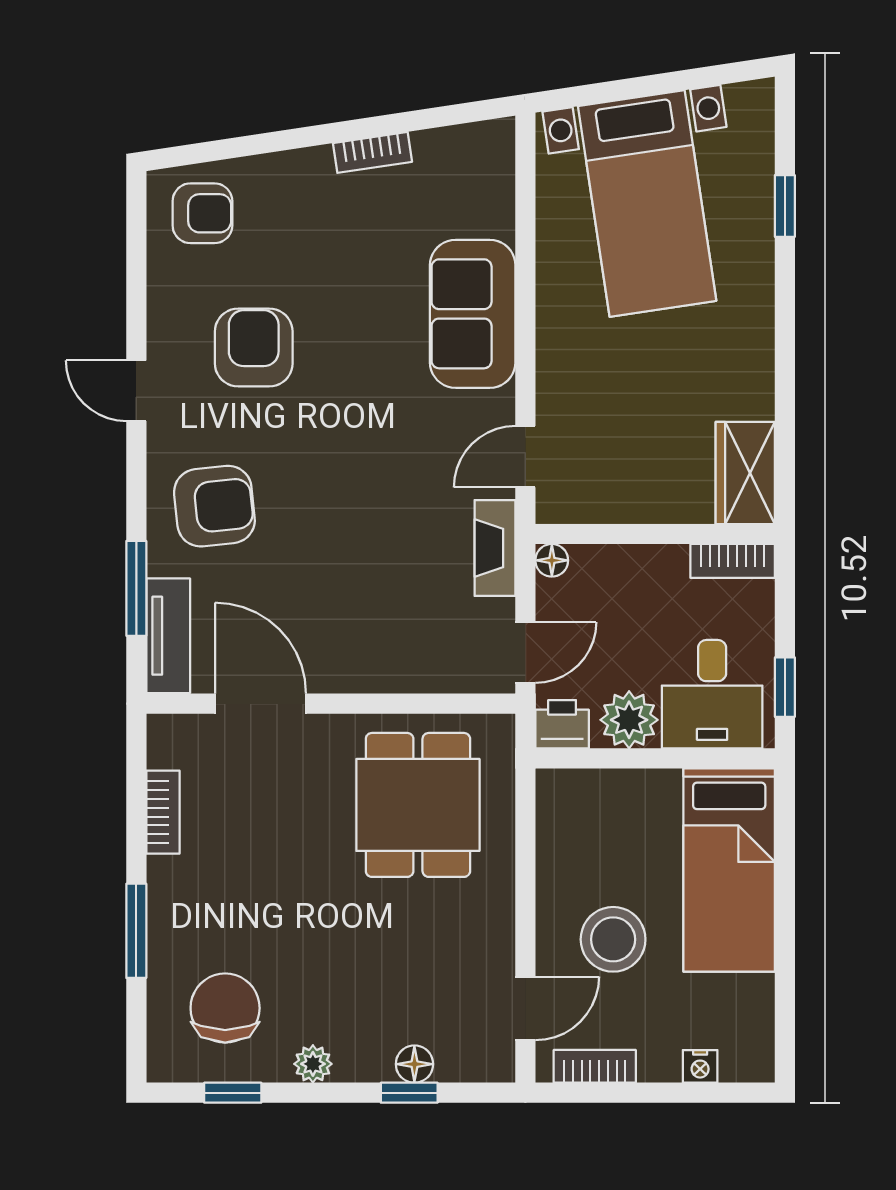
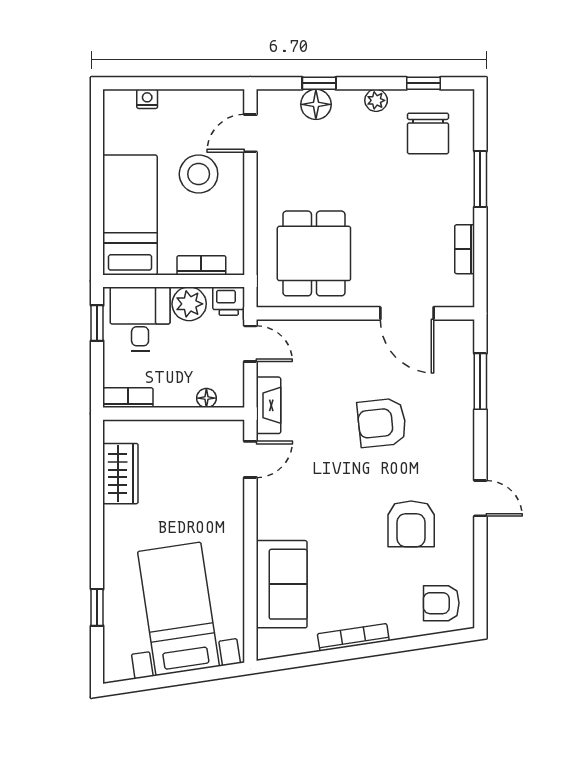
bookcase: (372, 152) -> (353, 637), width x1.56
sofa: (473, 314) -> (282, 584), moved
wardrobe: (745, 473) -> (120, 474), moved
armchair: (214, 506) -> (382, 423), moved
floor lamp: (552, 560) -> (206, 398), moved
tv unit: (168, 636) -> (462, 353), removed
door: (525, 652) -> (250, 344), swing flipped
floor lamp: (414, 1064) -> (316, 104), width x1.37, depth x1.37
bookcase: (595, 1066) -> (201, 265), moved, turned 180

